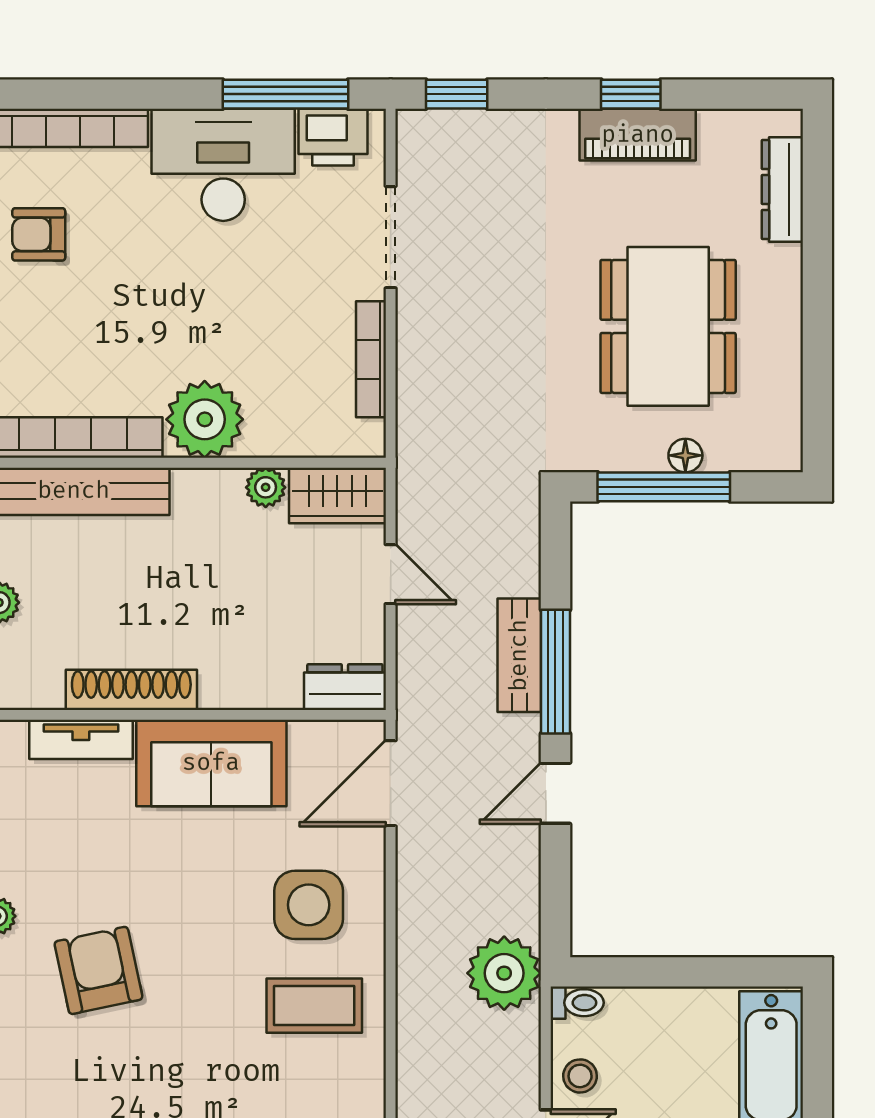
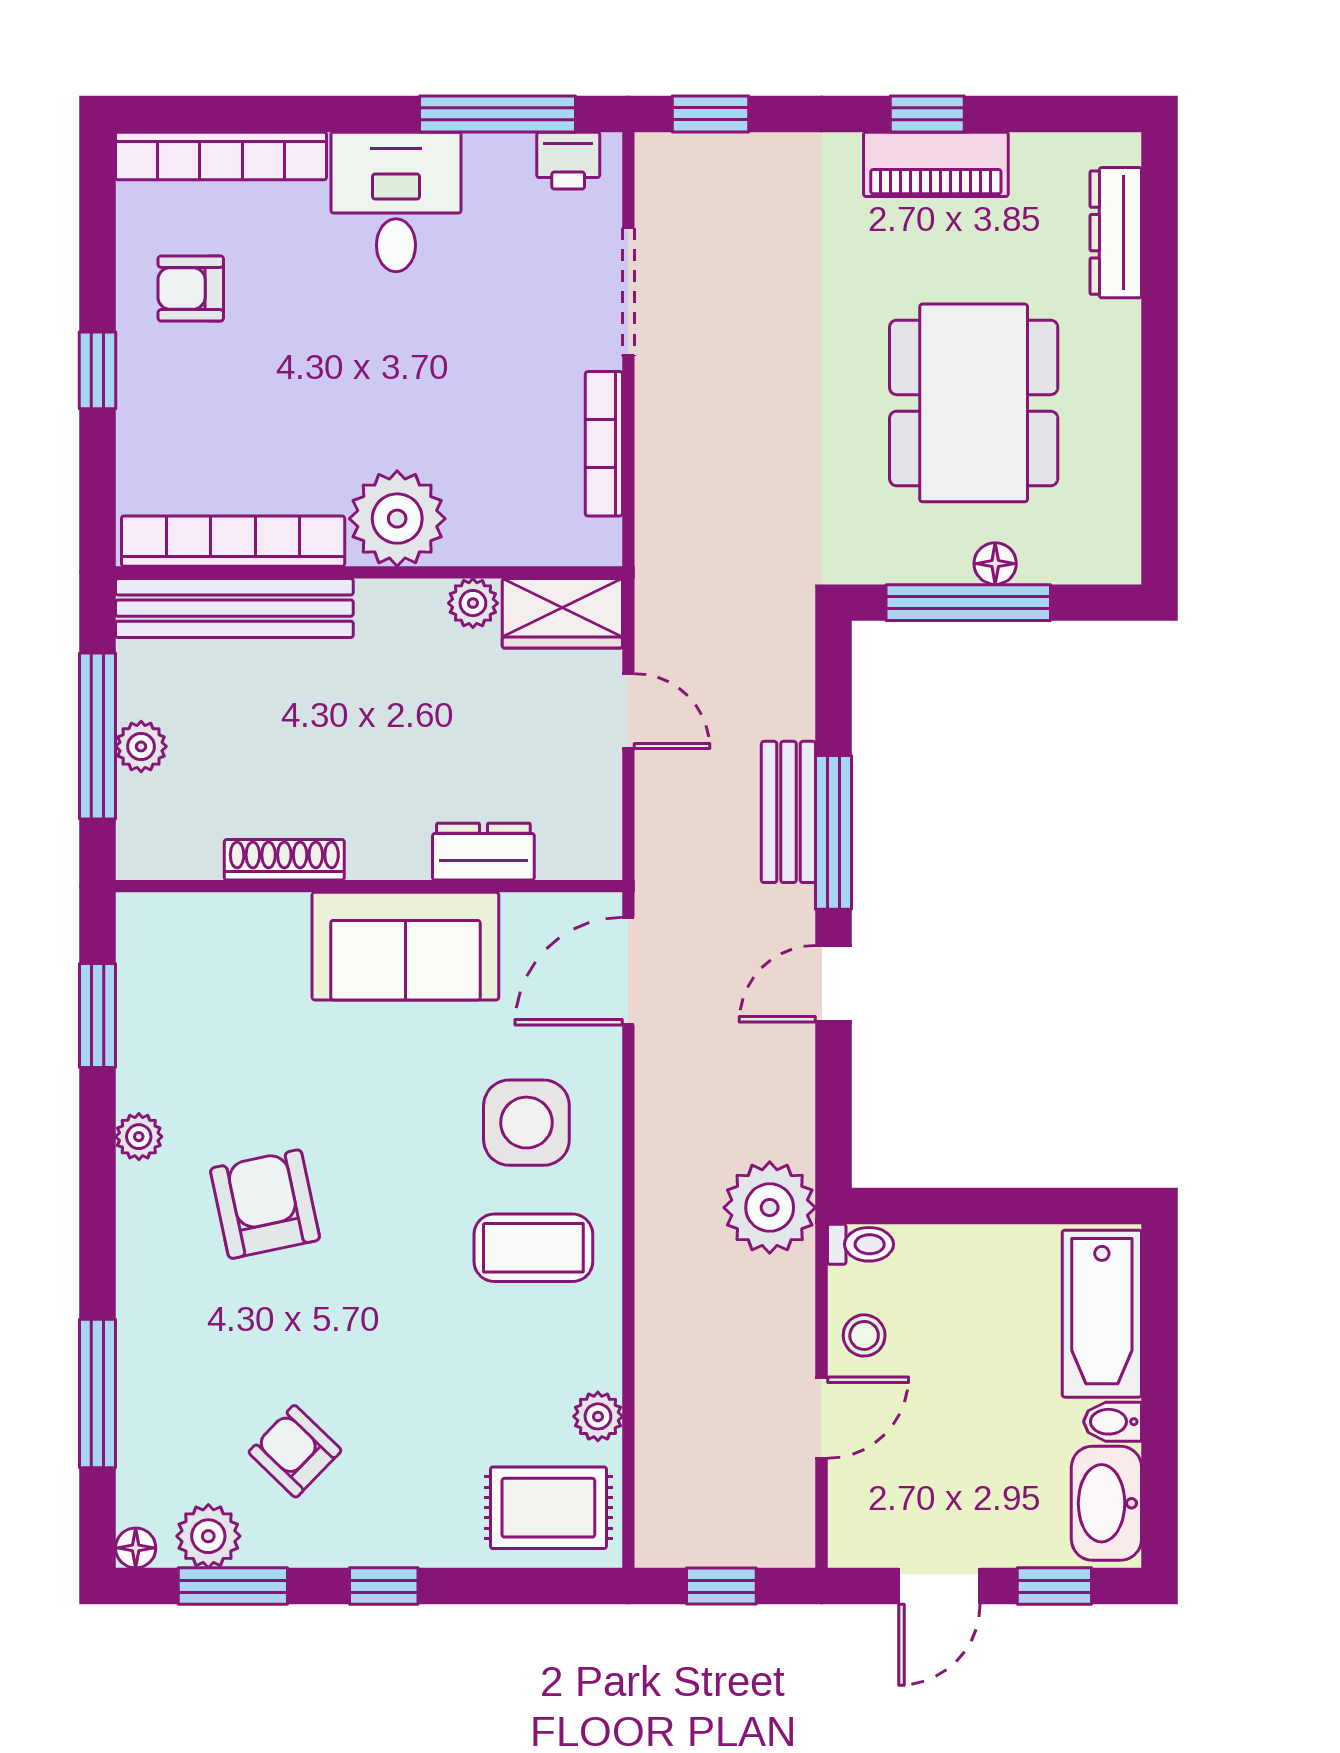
printer: (333, 137) -> (568, 161), width x0.73, depth x0.81
desk: (223, 165) -> (396, 202), width x0.73
dresser: (345, 687) -> (483, 852), moved
shoe rack: (131, 690) -> (284, 860), width x0.74, depth x0.81
tv unit: (81, 739) -> (243, 917), removed

